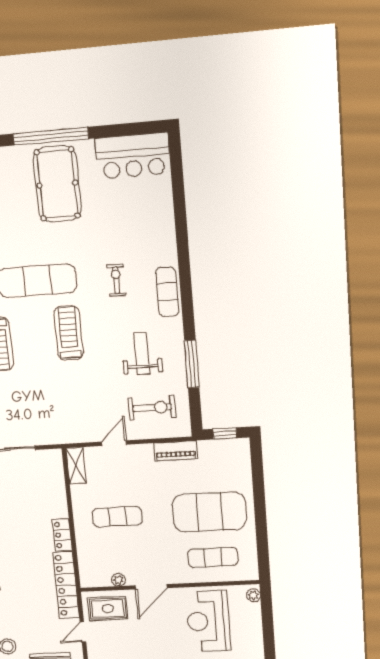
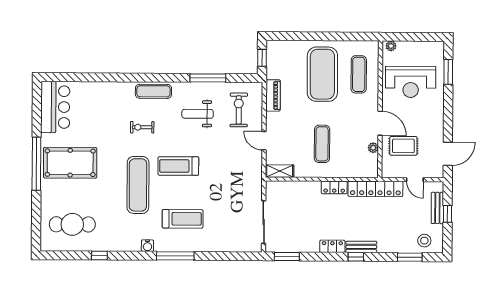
rug: (108, 609) -> (403, 146), moved, turned 90

